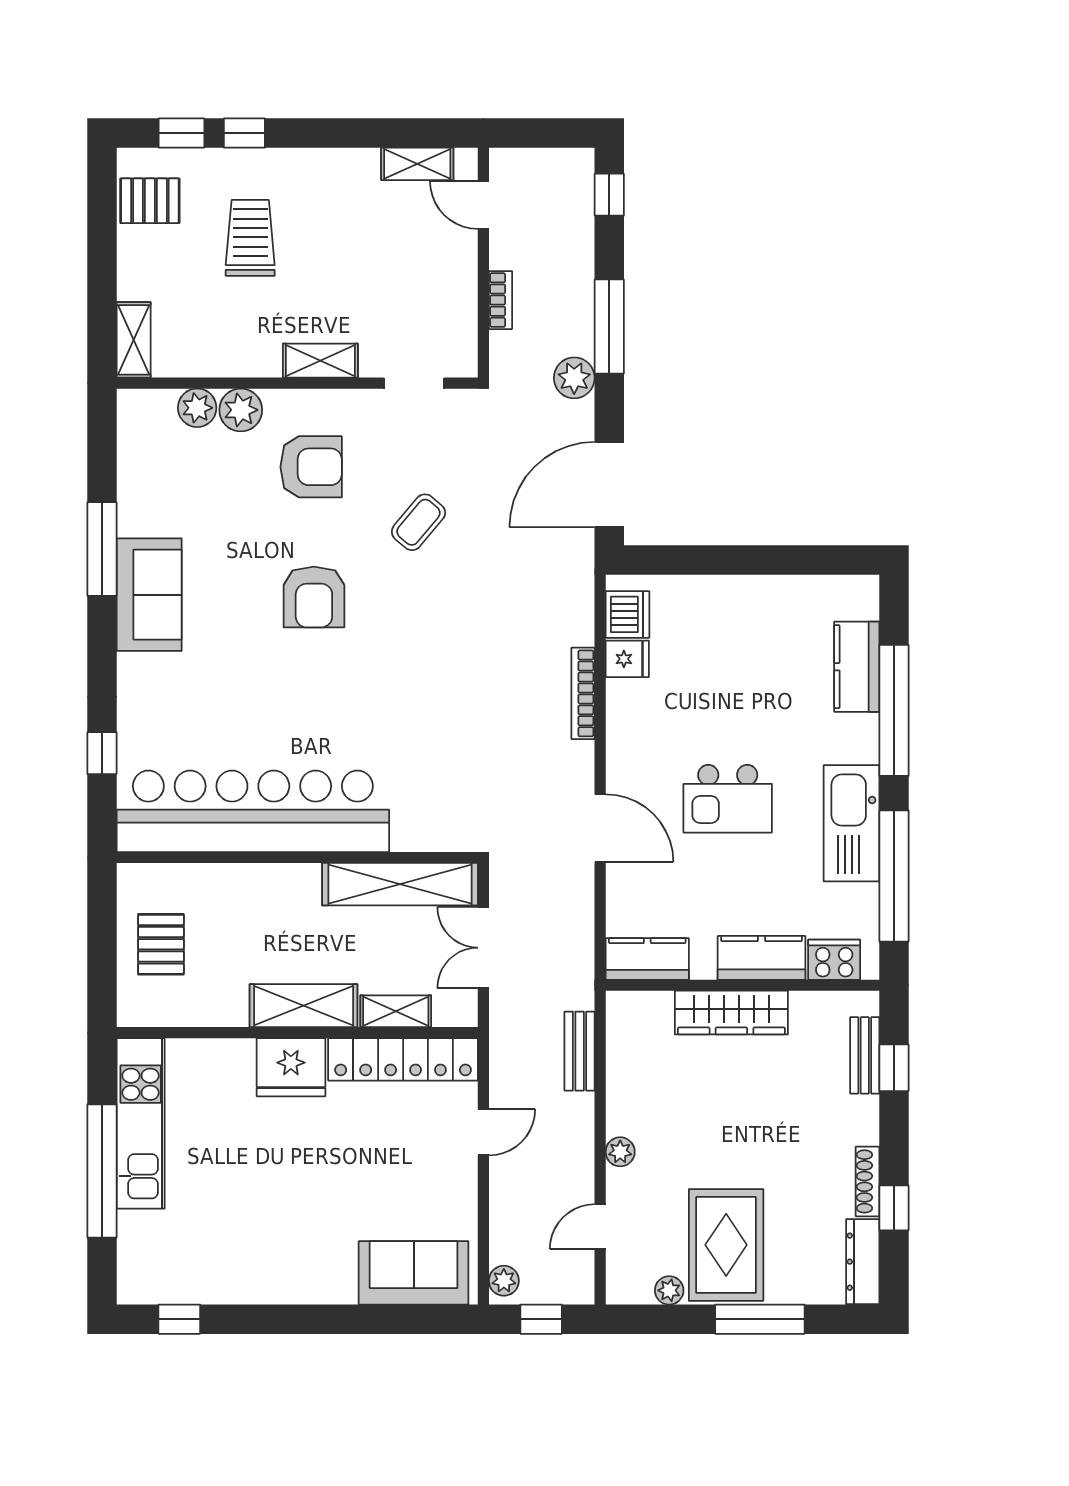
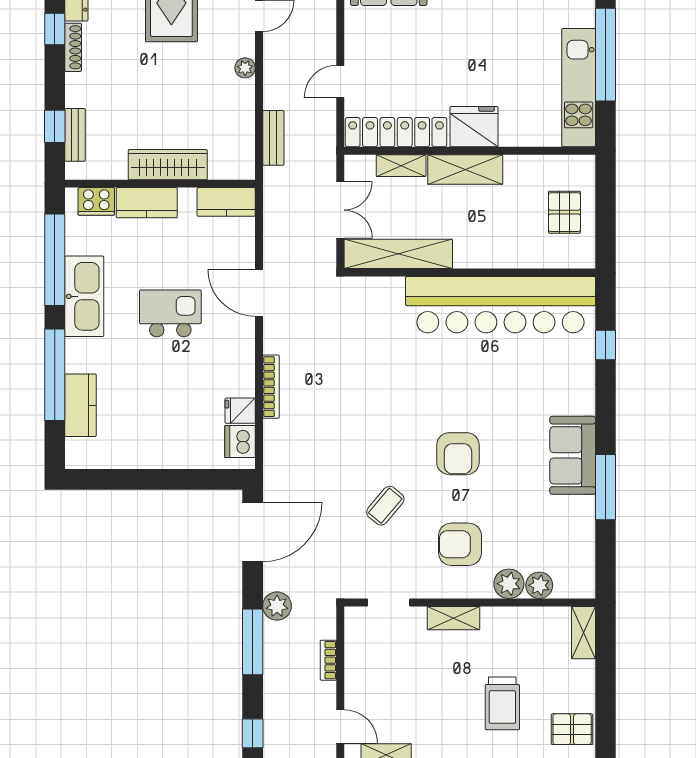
armchair: (314, 597) -> (458, 454), turned 180

